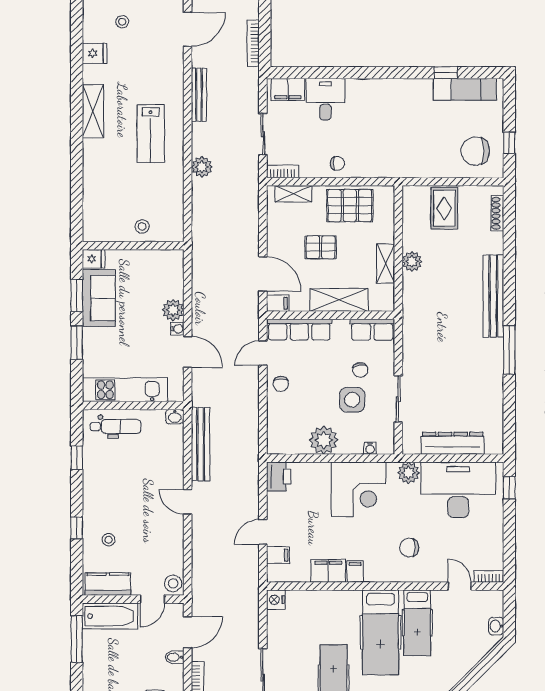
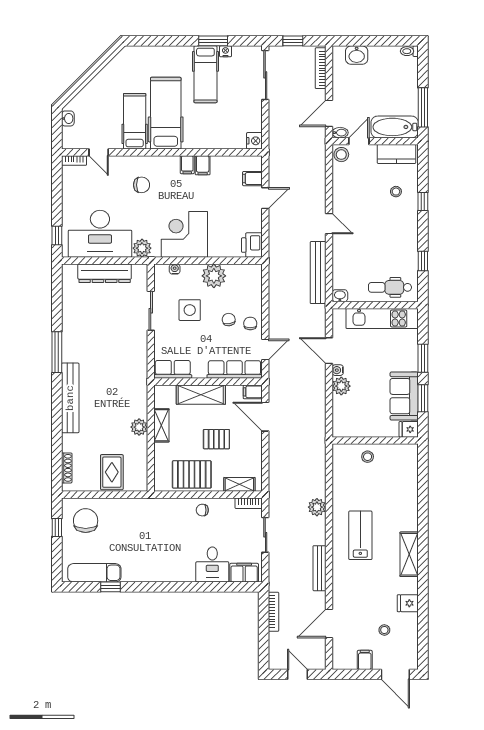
chair: (475, 151) -> (86, 521), turned -90
chair: (360, 370) -> (229, 320), moved
filing cabinet: (328, 571) -> (203, 165), width x0.50
bidet: (174, 657) -> (340, 133), moved

